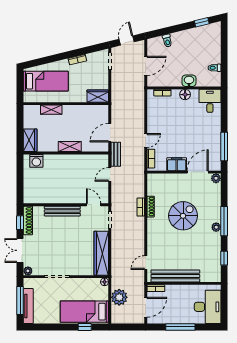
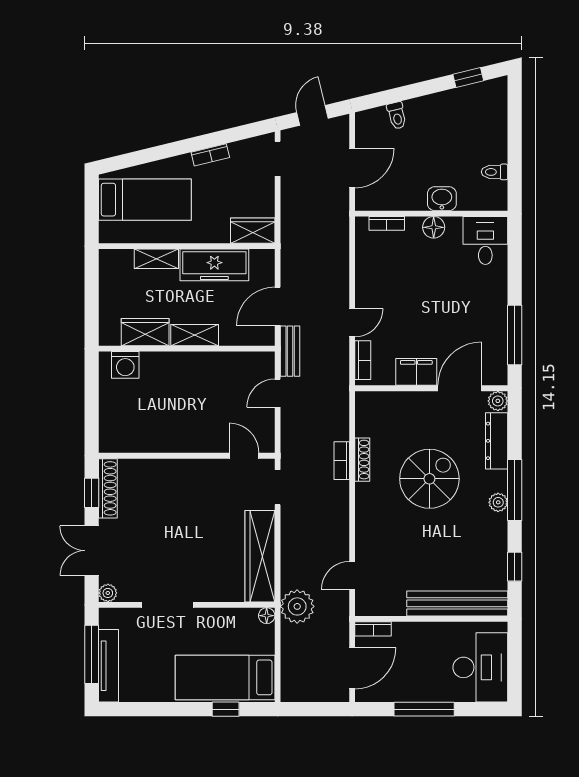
freezer: (79, 113) -> (214, 265), added
wardrobe: (30, 140) -> (145, 332), moved, turned -90
dresser: (215, 198) -> (497, 441), added
bench: (62, 211) -> (179, 469), removed
bench: (175, 276) -> (457, 603), moved
plant: (119, 297) -> (297, 606), moved

